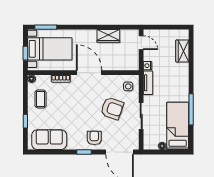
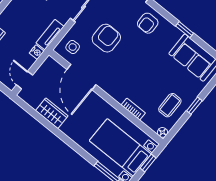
door: (89, 73) -> (81, 77), moved
armchair: (112, 108) -> (106, 38), turned 71
window: (25, 121) -> (194, 106), moved
window: (84, 152) -> (185, 30), moved

